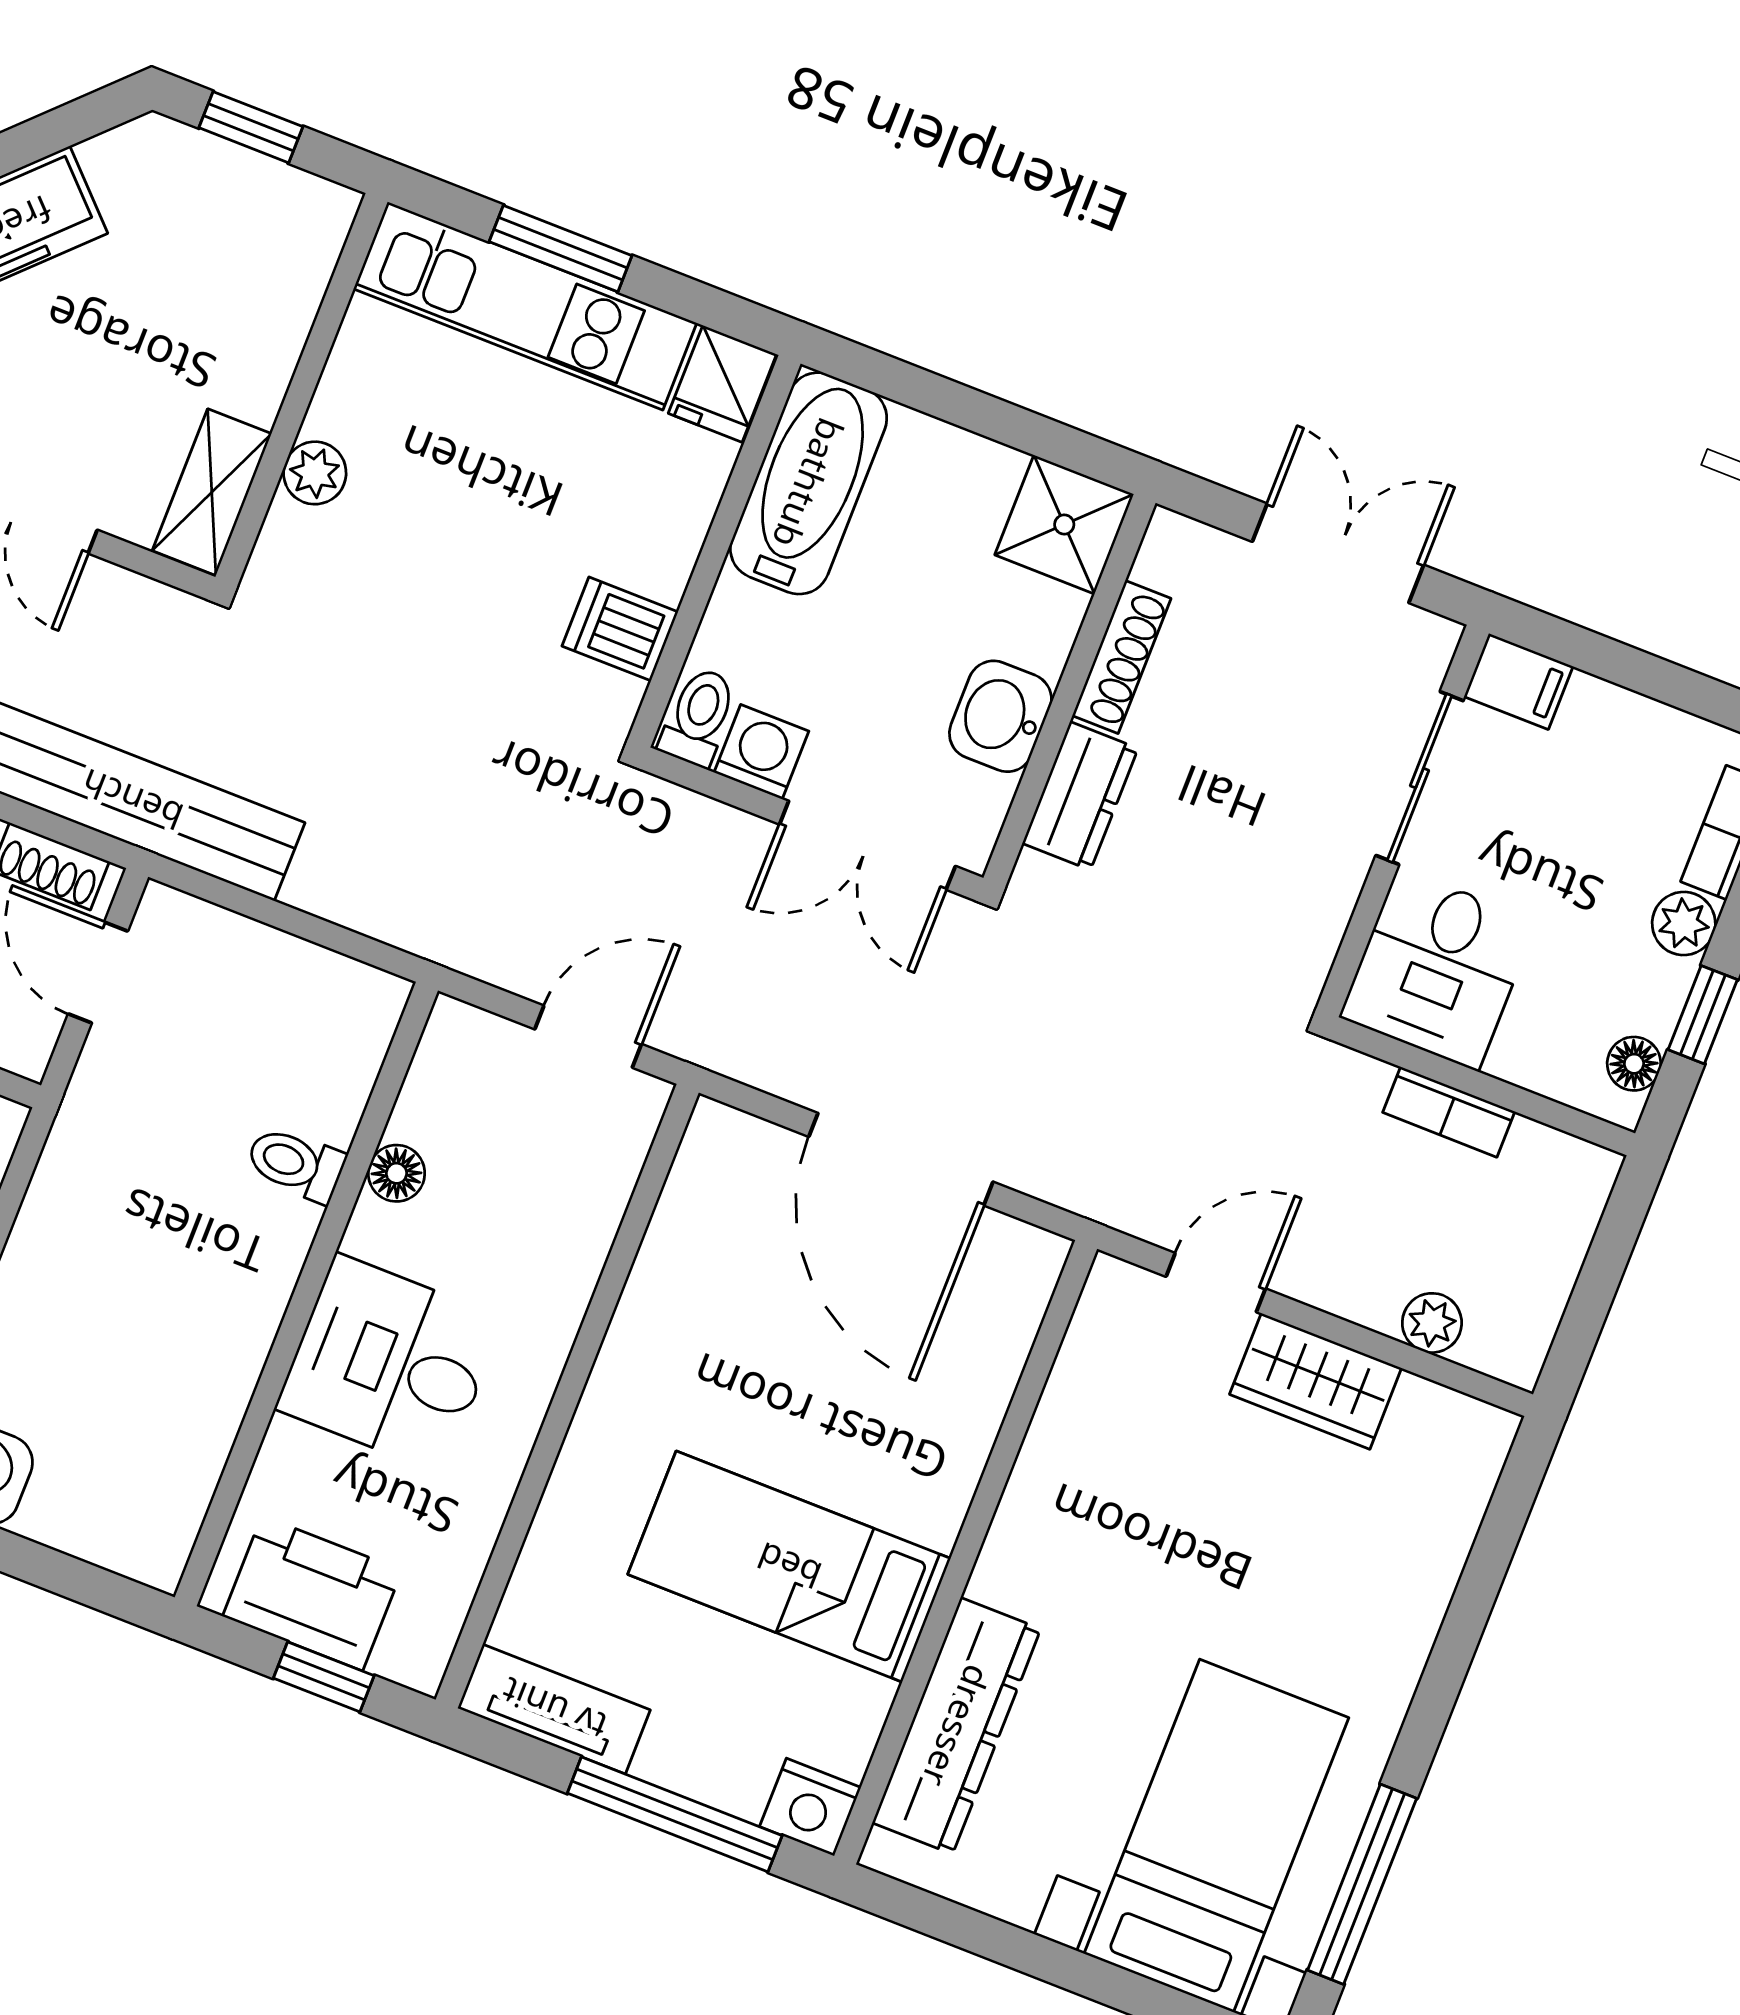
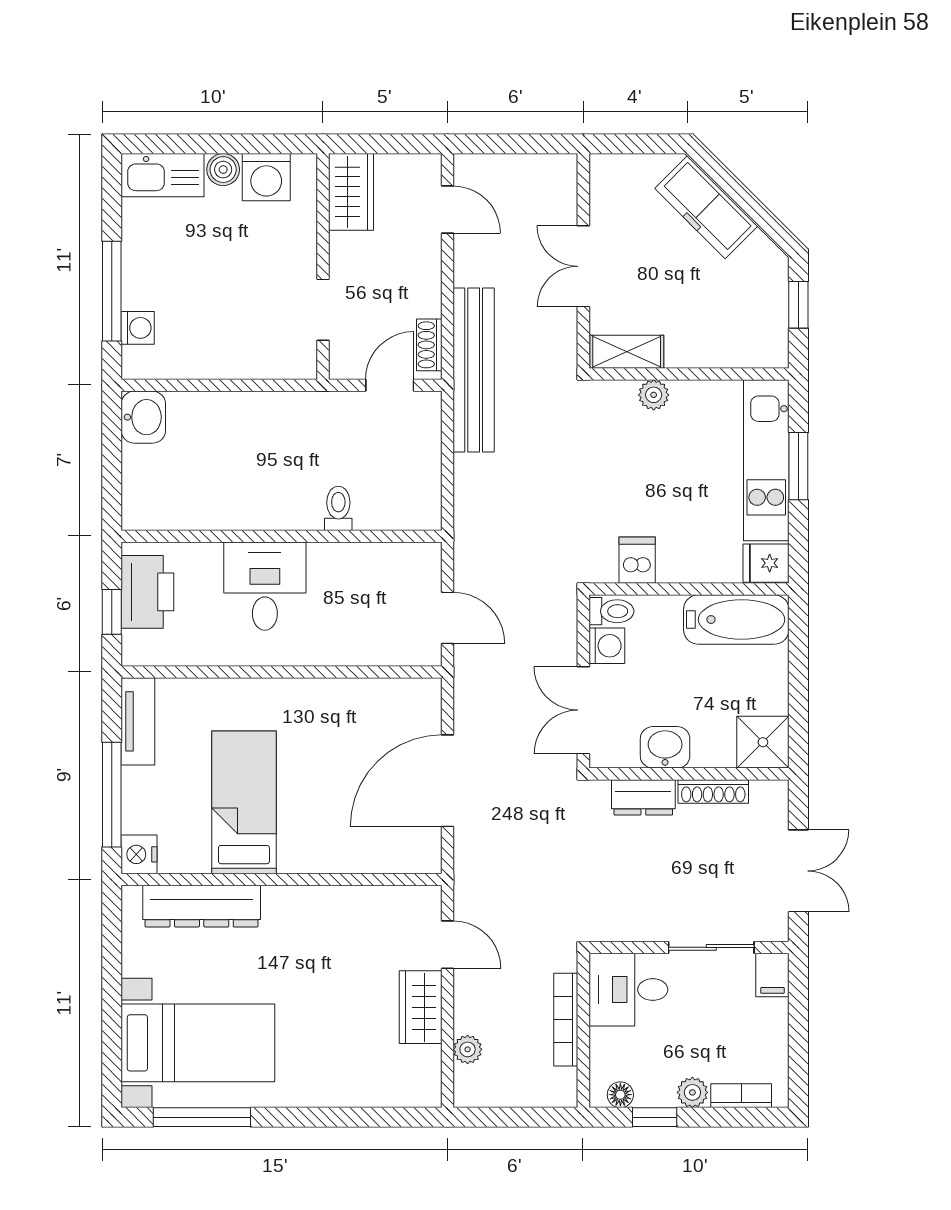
bookcase: (1449, 1112) -> (566, 1020), width x1.56
floor lamp: (397, 1173) -> (352, 556), removed

